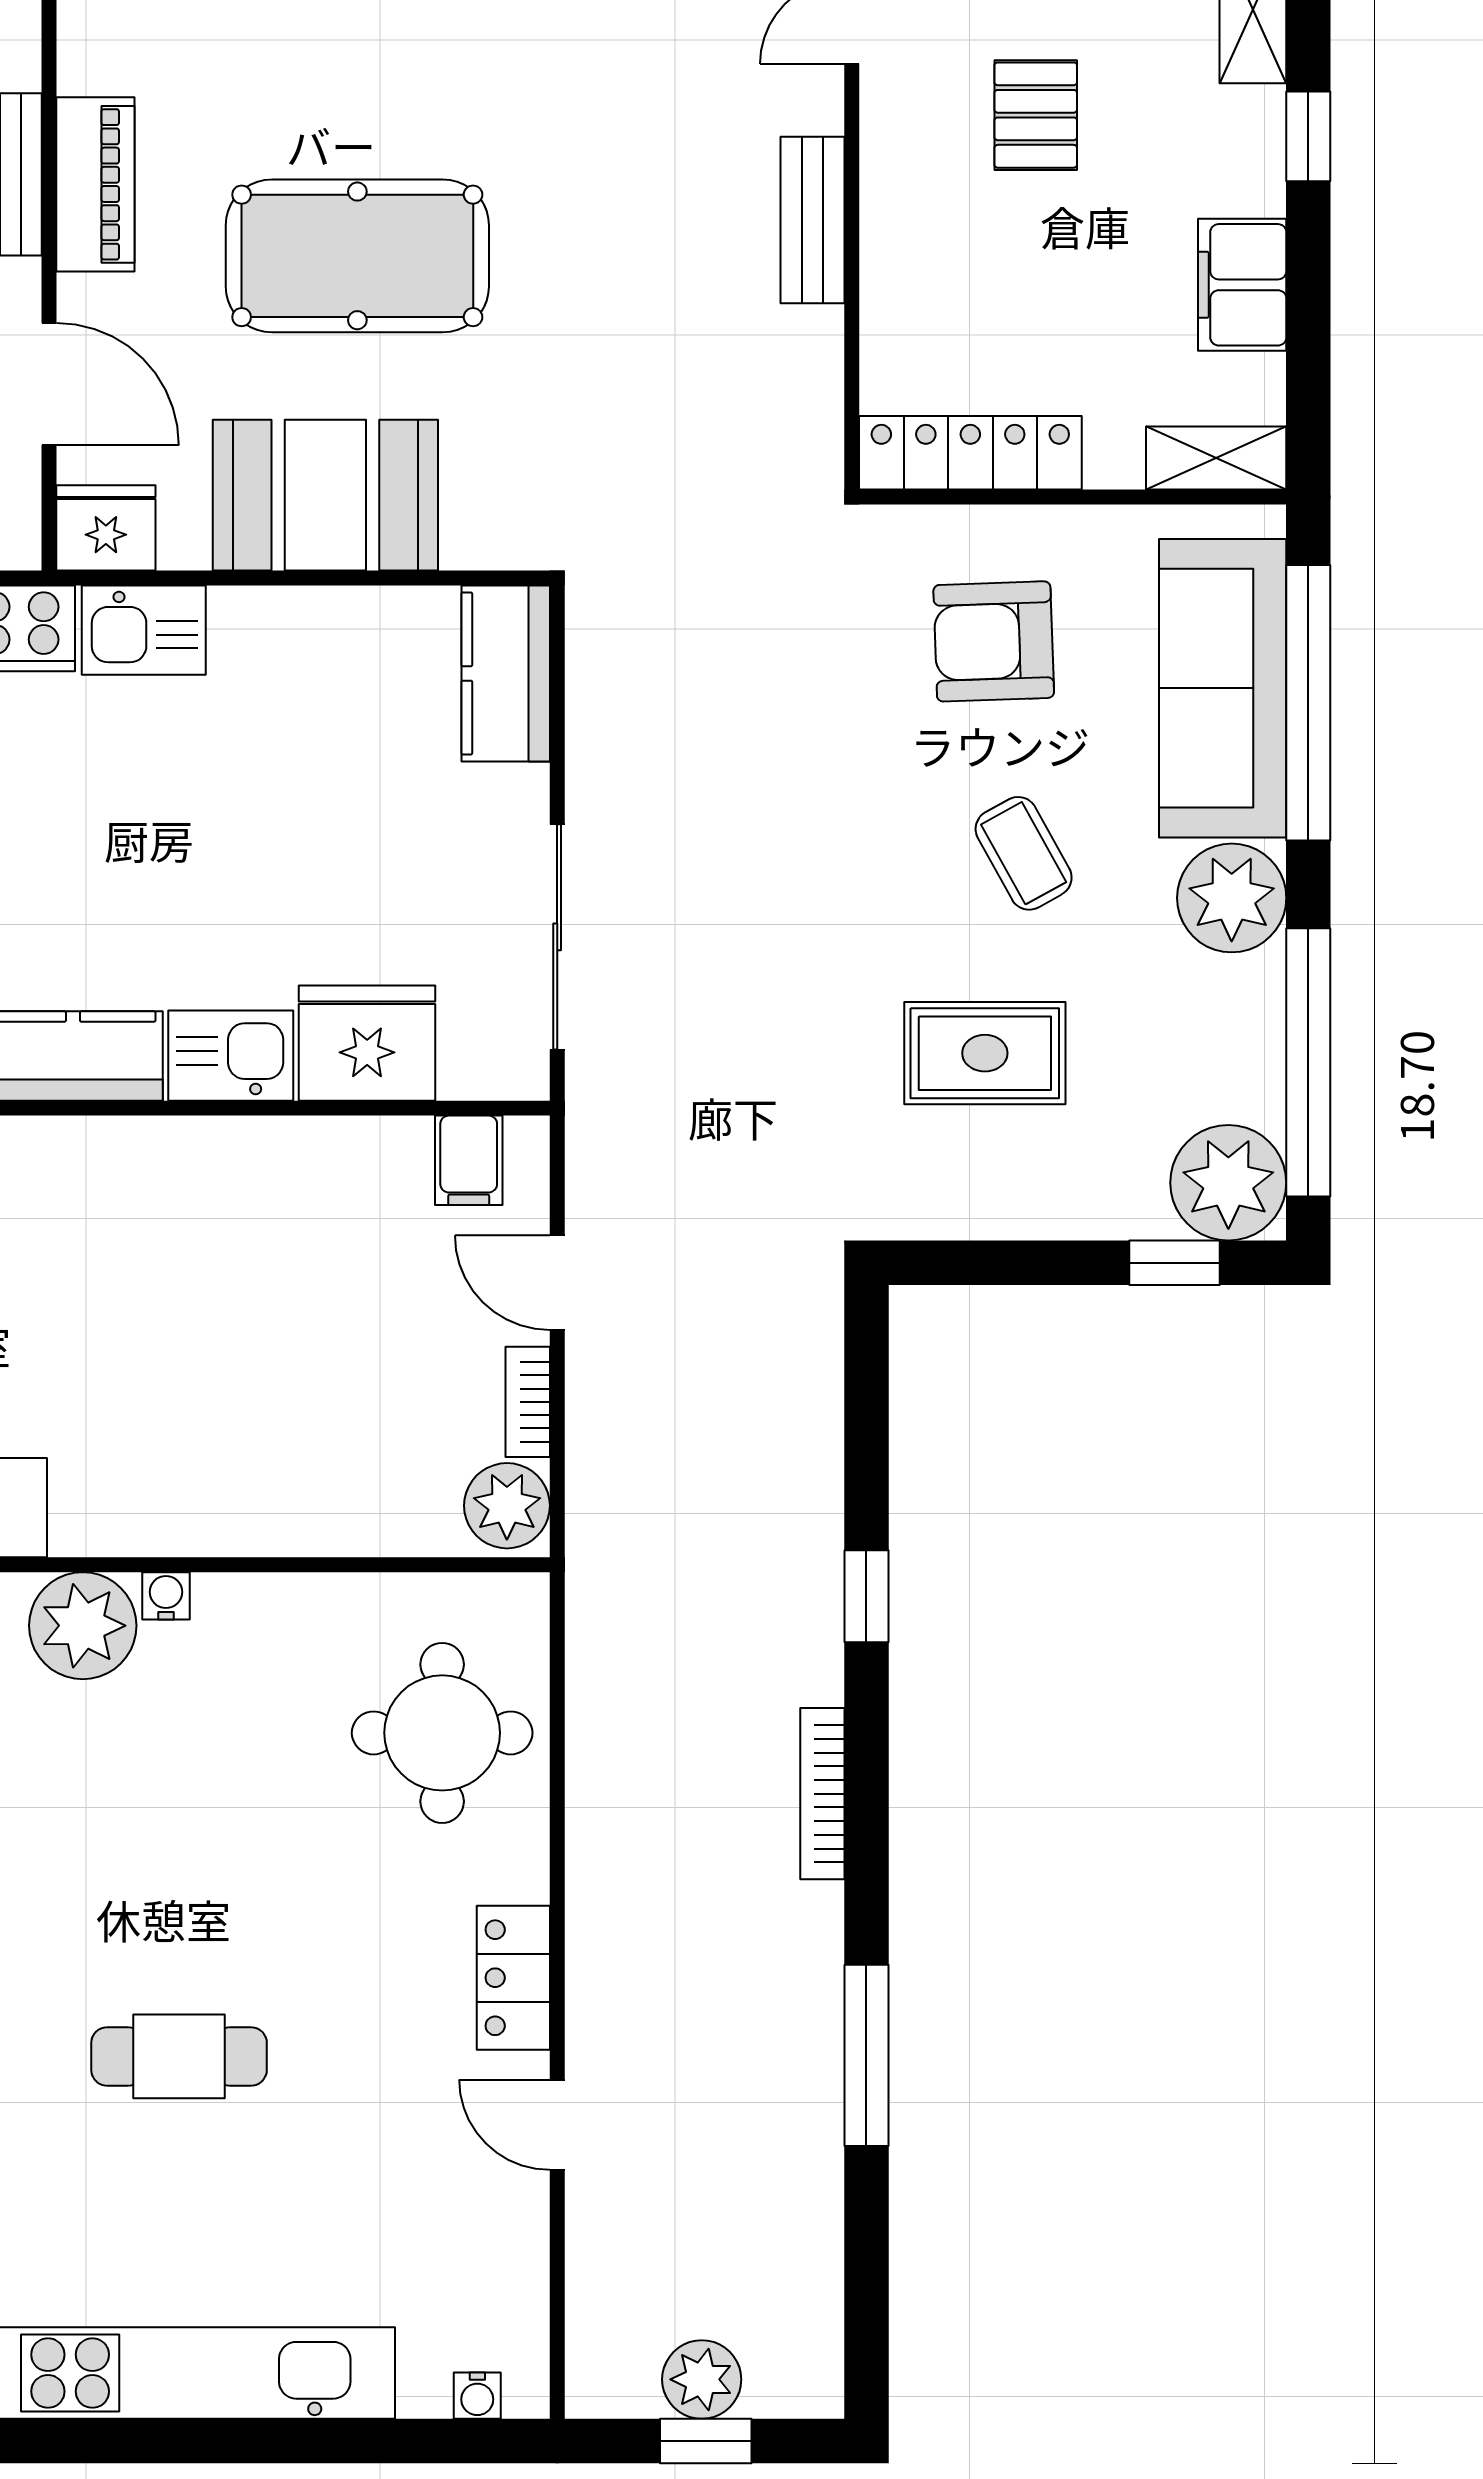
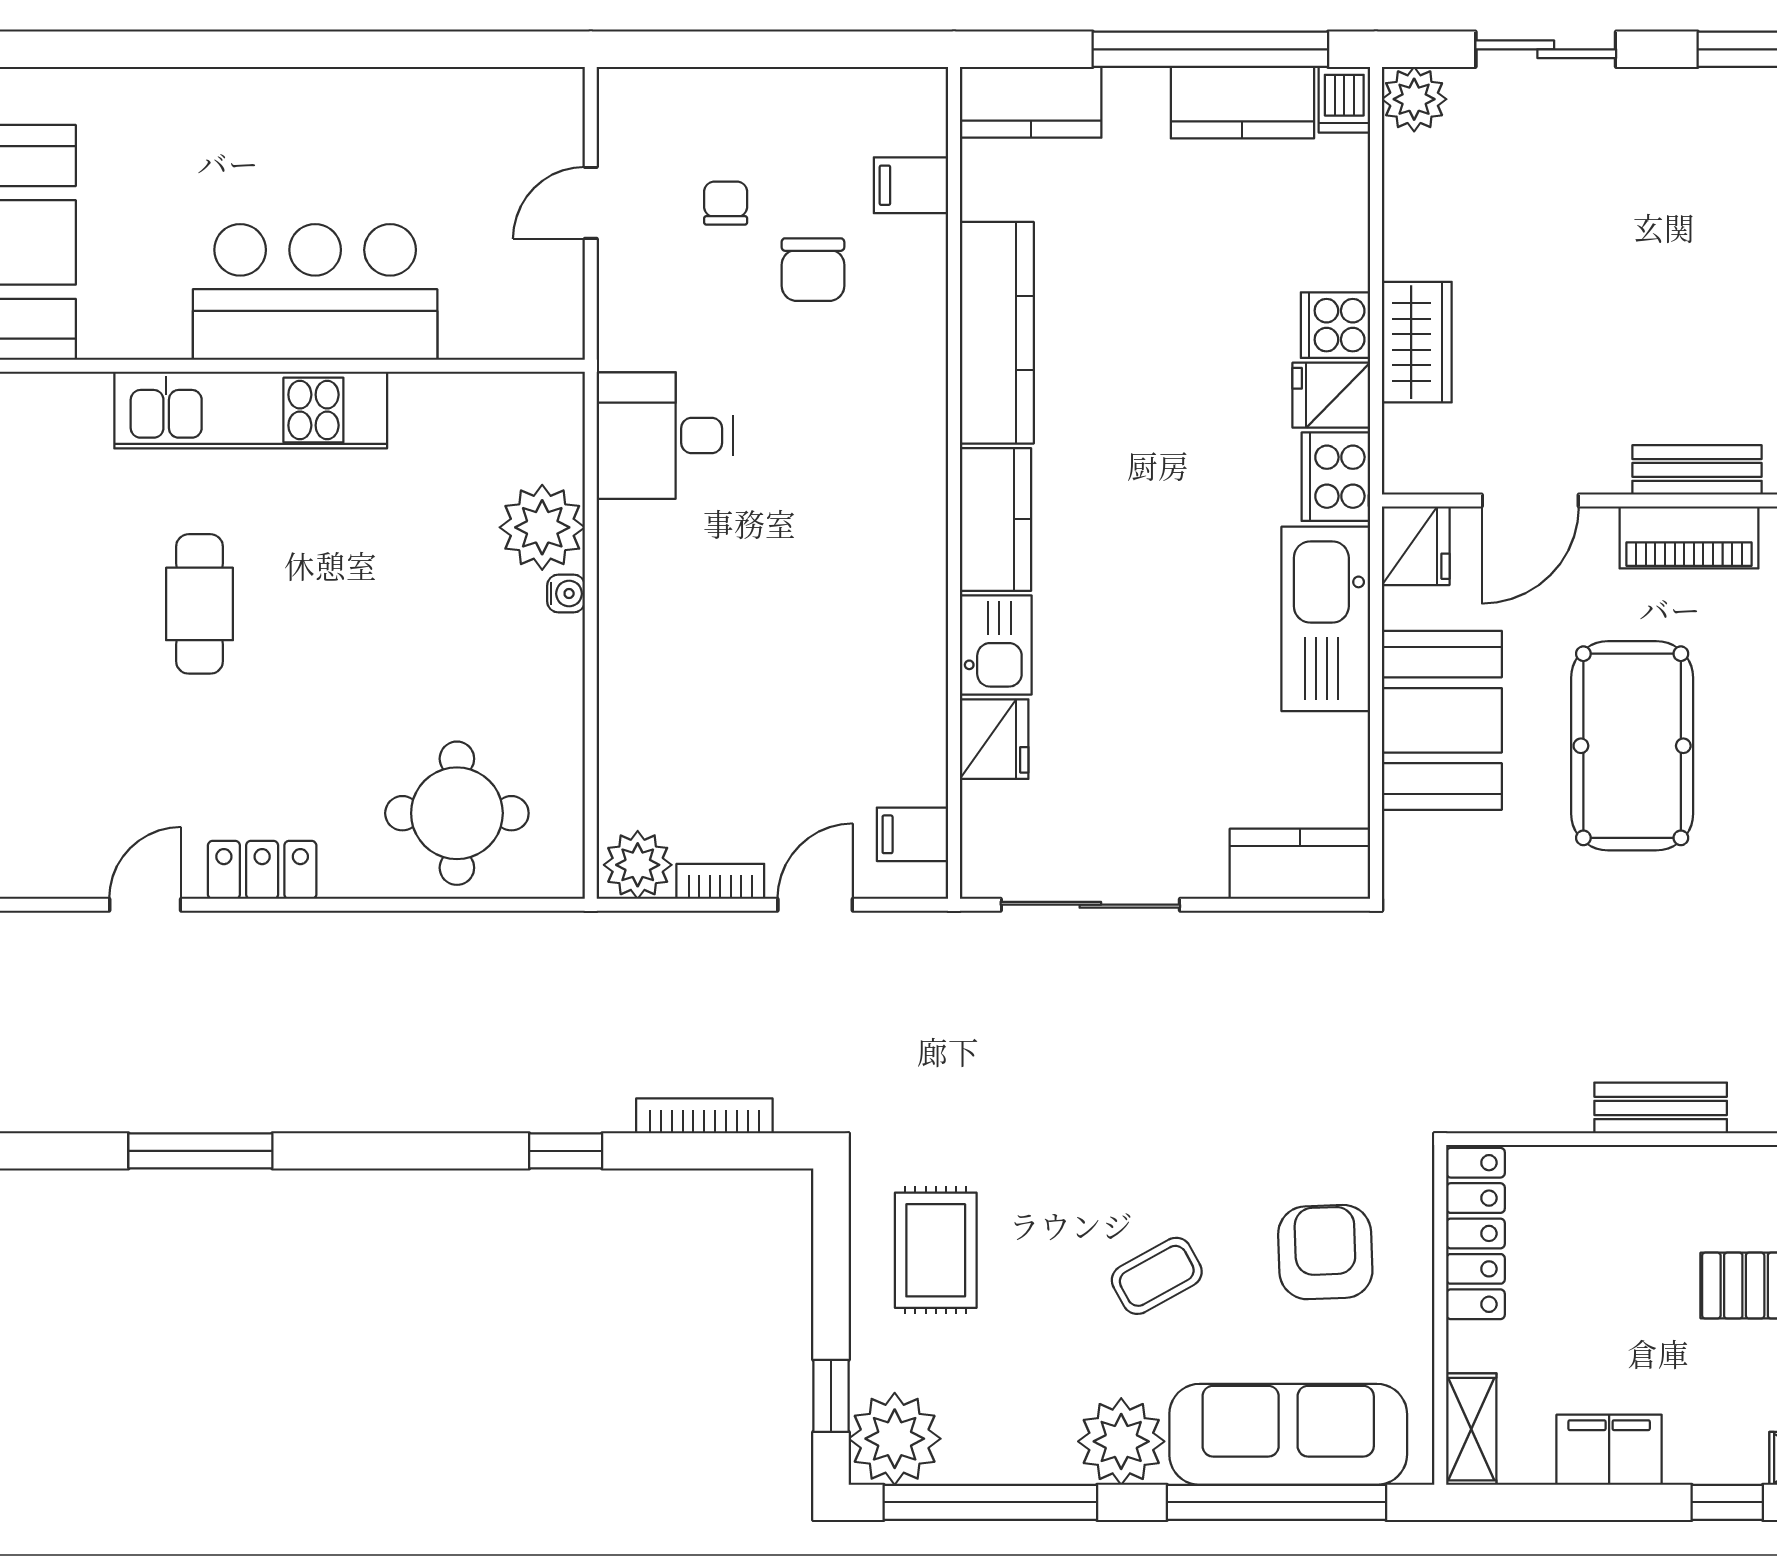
kitchen sink: (144, 630) -> (1326, 619), width x1.88, depth x1.24
fridge: (367, 1043) -> (994, 739), width x0.73, depth x0.75
rug: (985, 1053) -> (936, 1250), moved
bookcase: (822, 1794) -> (704, 1116), moved

